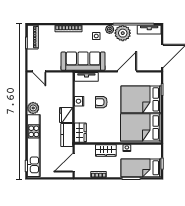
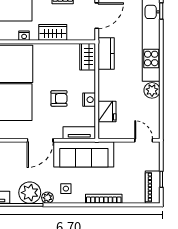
door: (127, 71) -> (40, 140), moved
fridge: (66, 115) -> (107, 112), moved

